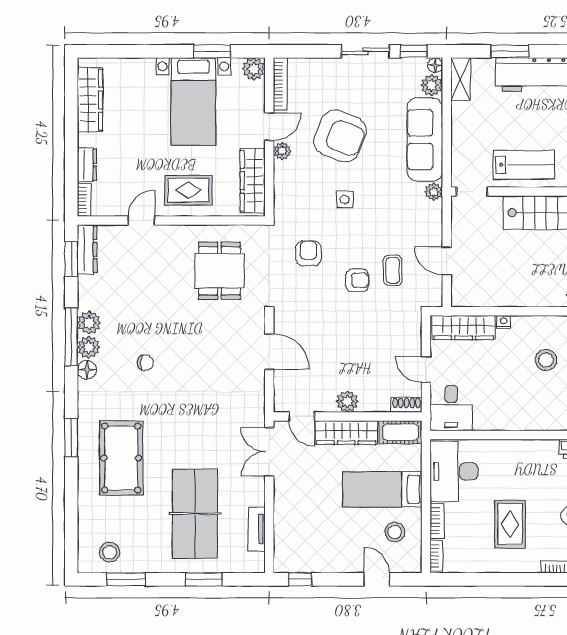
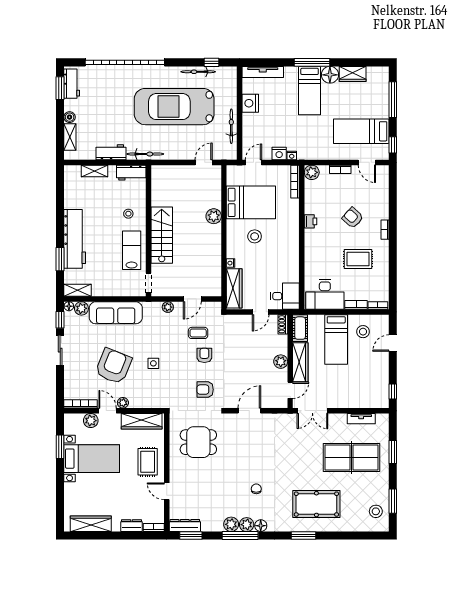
plant: (254, 69) -> (91, 421), moved
plant: (434, 192) -> (168, 307), moved
armchair: (308, 253) -> (205, 390), moved

